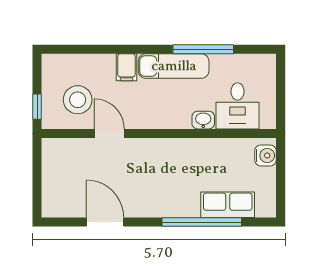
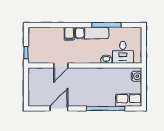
stool: (78, 100) -> (46, 49), removed
door: (109, 133) -> (61, 66), swing flipped
row of seats: (228, 205) -> (129, 100), moved
door: (105, 222) -> (59, 108), hinge flipped

